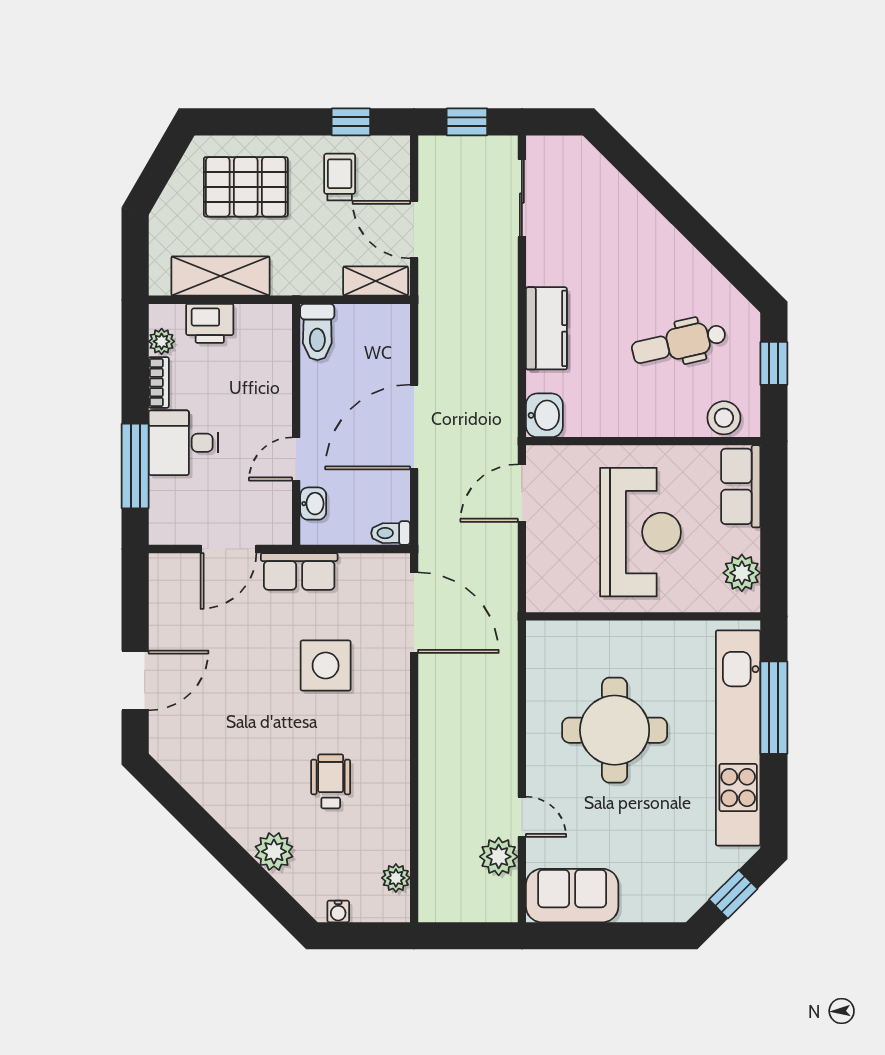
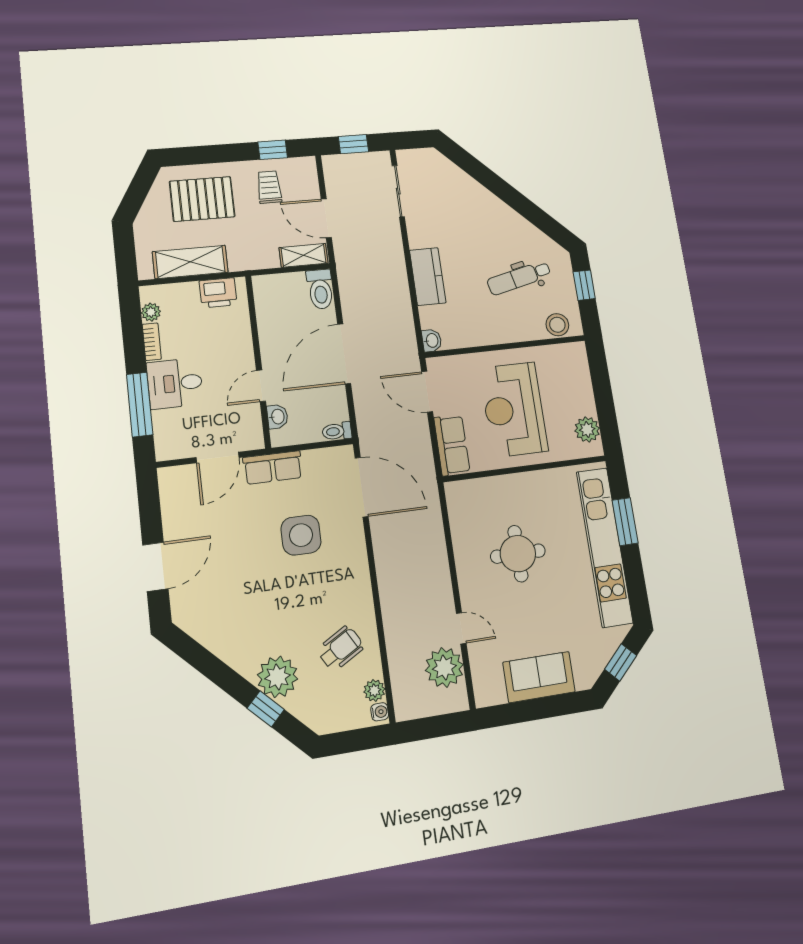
printer: (210, 323) -> (218, 293), moved
toilet: (317, 332) -> (320, 289), moved
washbasin: (544, 415) -> (432, 341), width x0.72, depth x0.69
row of seats: (741, 486) -> (452, 445), moved, turned 180
door: (522, 493) -> (427, 392), hinge flipped
reception desk: (640, 532) -> (514, 409), turned 180
window: (774, 708) -> (625, 522), width x0.69
round table: (615, 730) -> (518, 554), width x0.73, depth x0.73
wheelchair: (331, 781) -> (341, 648), moved, turned 60
plant: (274, 852) -> (278, 677), width x1.36, depth x1.36
plant: (499, 857) -> (444, 667), width x1.36, depth x1.36
window: (255, 879) -> (266, 709), added
sofa: (572, 896) -> (539, 677), moved
water cooler: (338, 911) -> (380, 712), moved, turned -90

